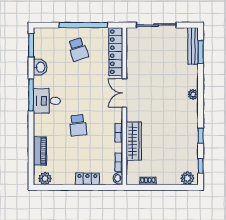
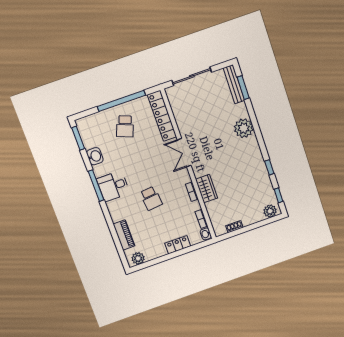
school desk: (78, 49) -> (125, 126), turned 39
plant: (193, 94) -> (244, 128), width x1.87, depth x1.87
wardrobe: (134, 141) -> (206, 189), width x0.67

